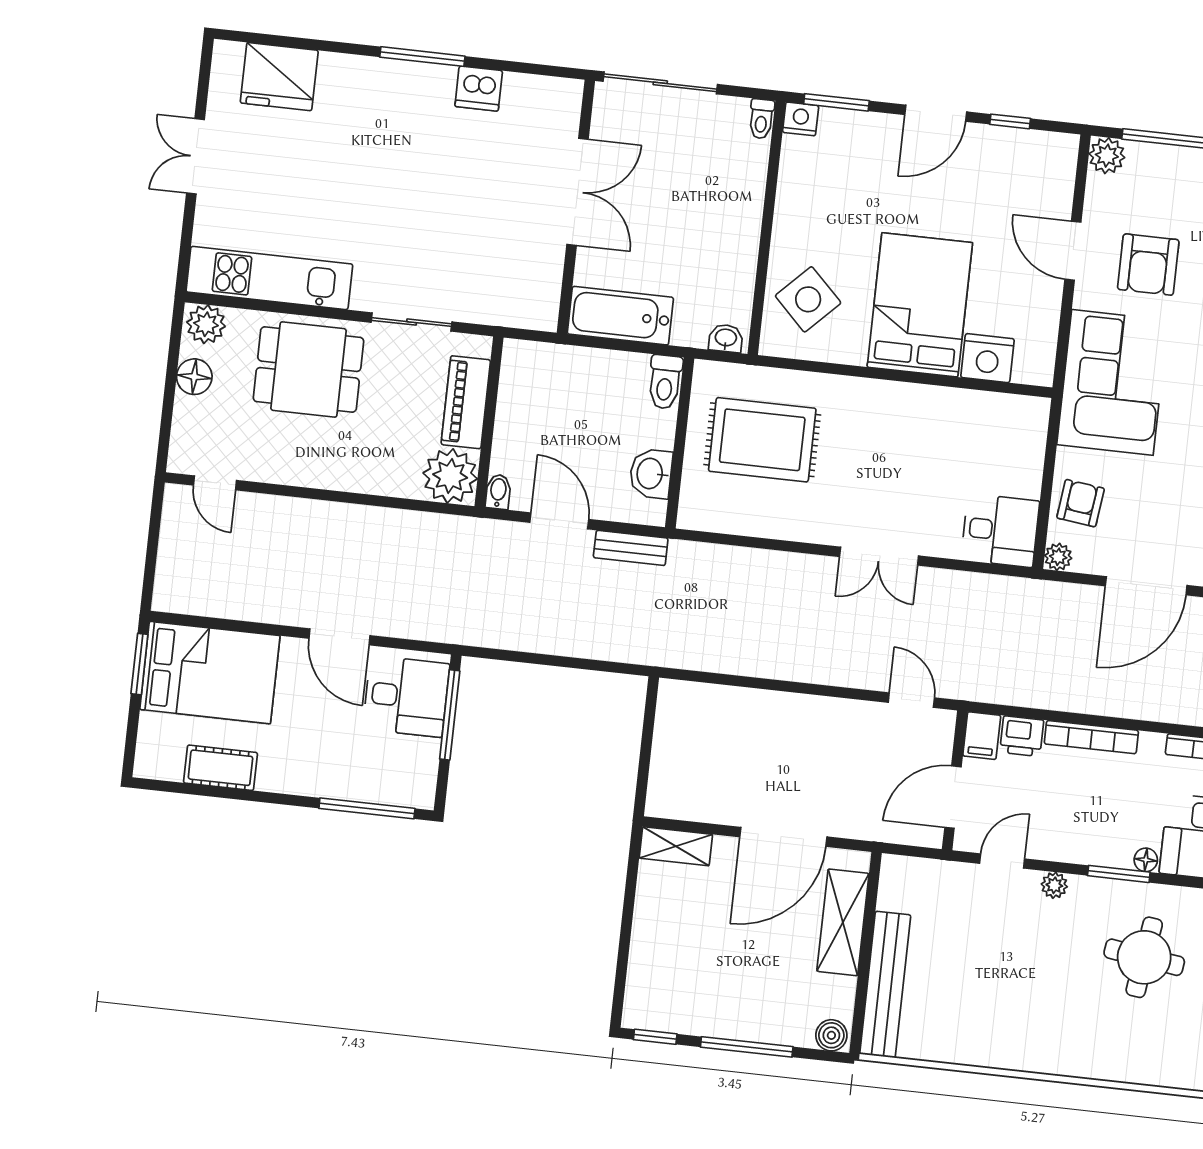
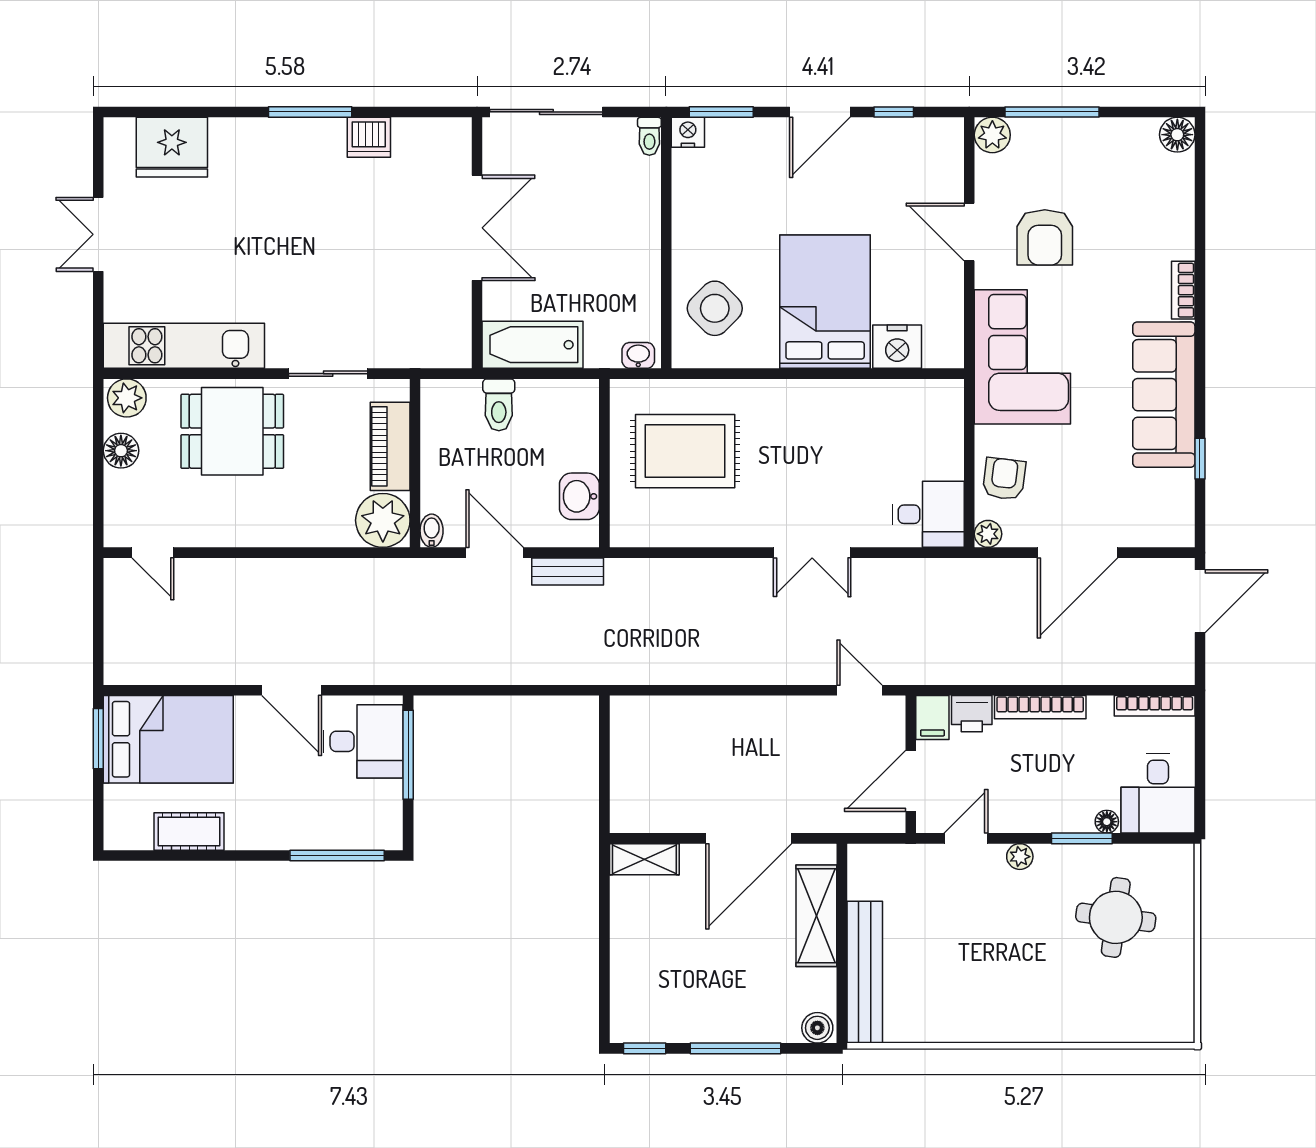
toilet: (665, 382) -> (499, 405), moved

